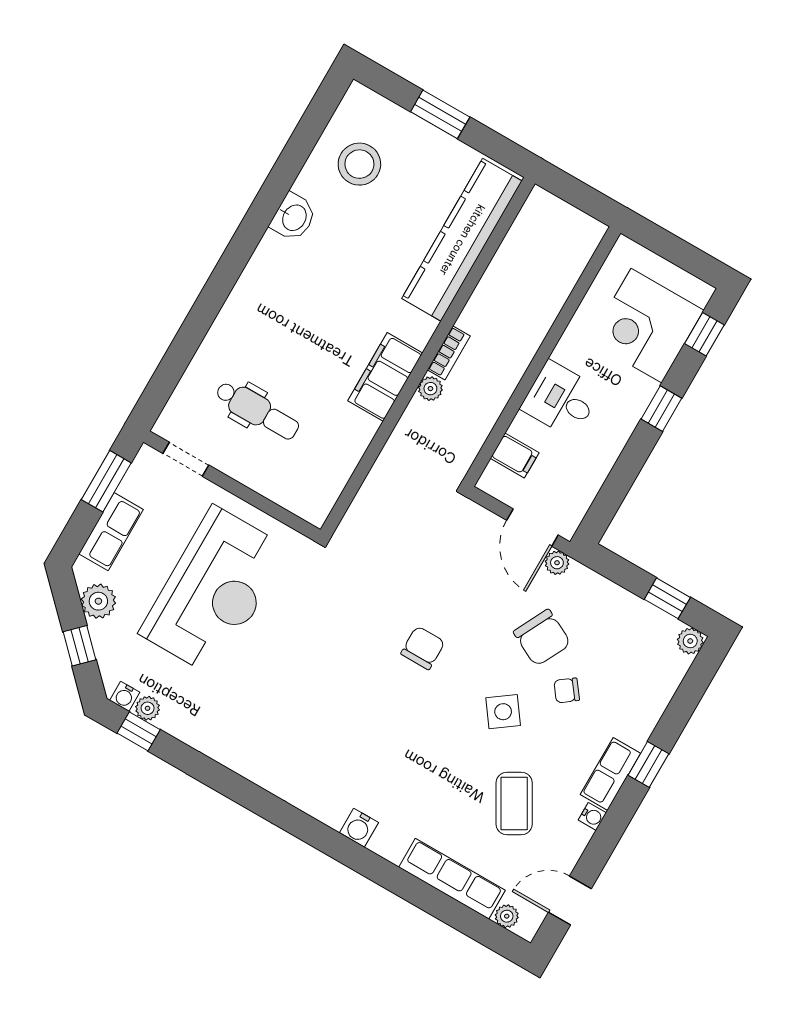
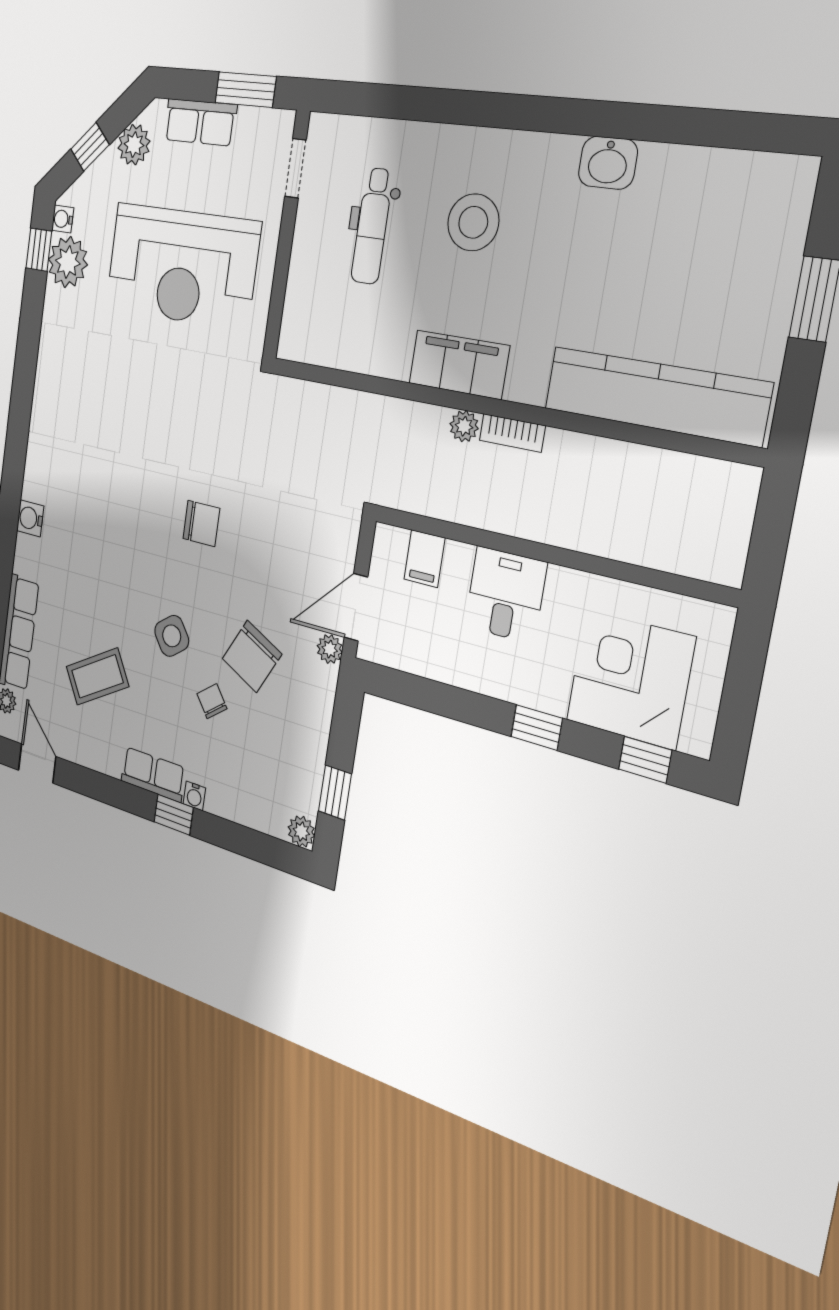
stool: (359, 164) -> (473, 222), moved
plant: (148, 708) -> (68, 262), width x1.88, depth x1.88
water cooler: (592, 816) -> (194, 796), moved

